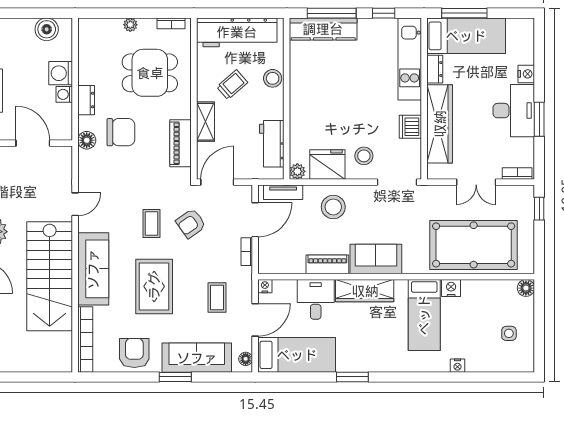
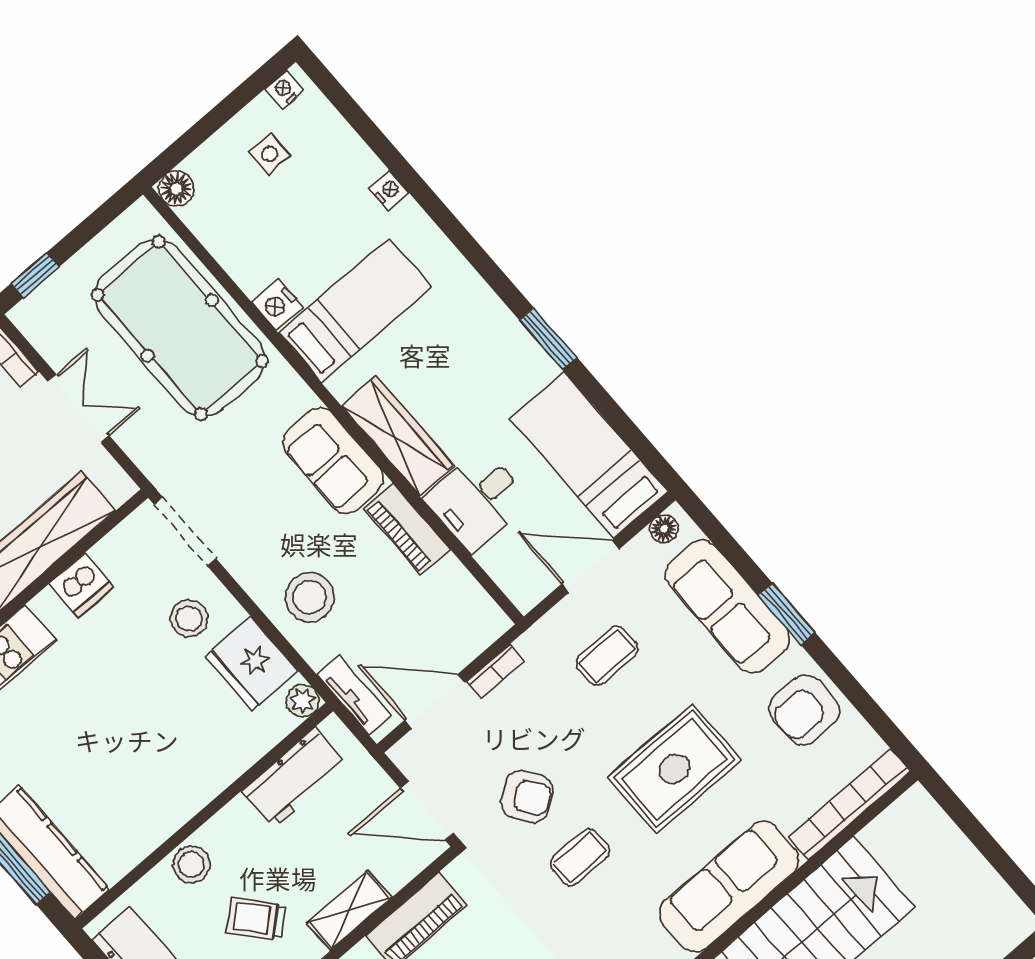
nightstand: (265, 286) -> (284, 90), moved, turned 90

